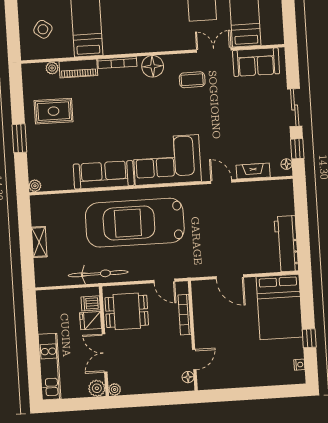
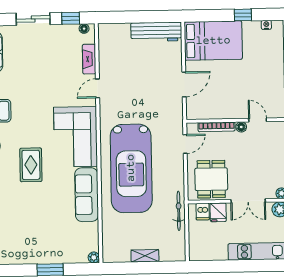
rug: (54, 111) -> (31, 165), moved
bicycle: (98, 274) -> (179, 211), width x0.73, depth x0.71
floor lamp: (188, 377) -> (241, 127), moved

